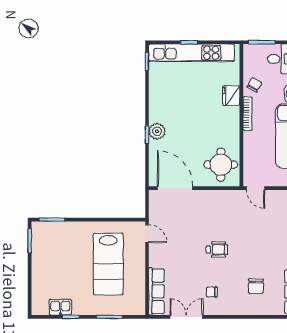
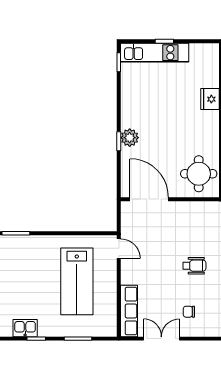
kitchen unit: (192, 53) -> (155, 53), width x0.73

